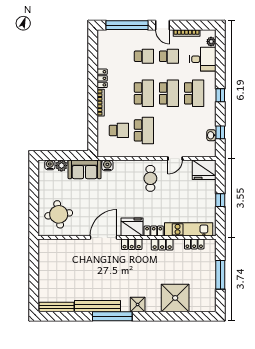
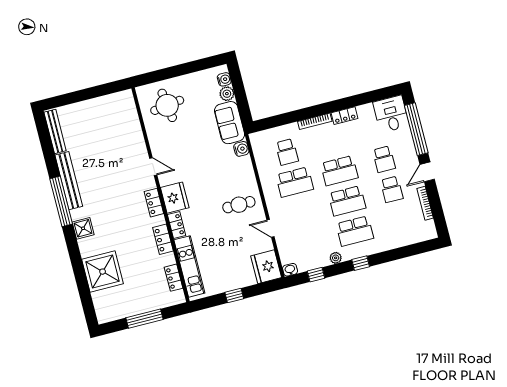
plant: (211, 42) -> (336, 258), moved
desk: (203, 59) -> (391, 114), moved, turned 180
washbasin: (211, 135) -> (290, 270), moved
door: (104, 237) -> (153, 167), width x0.53

